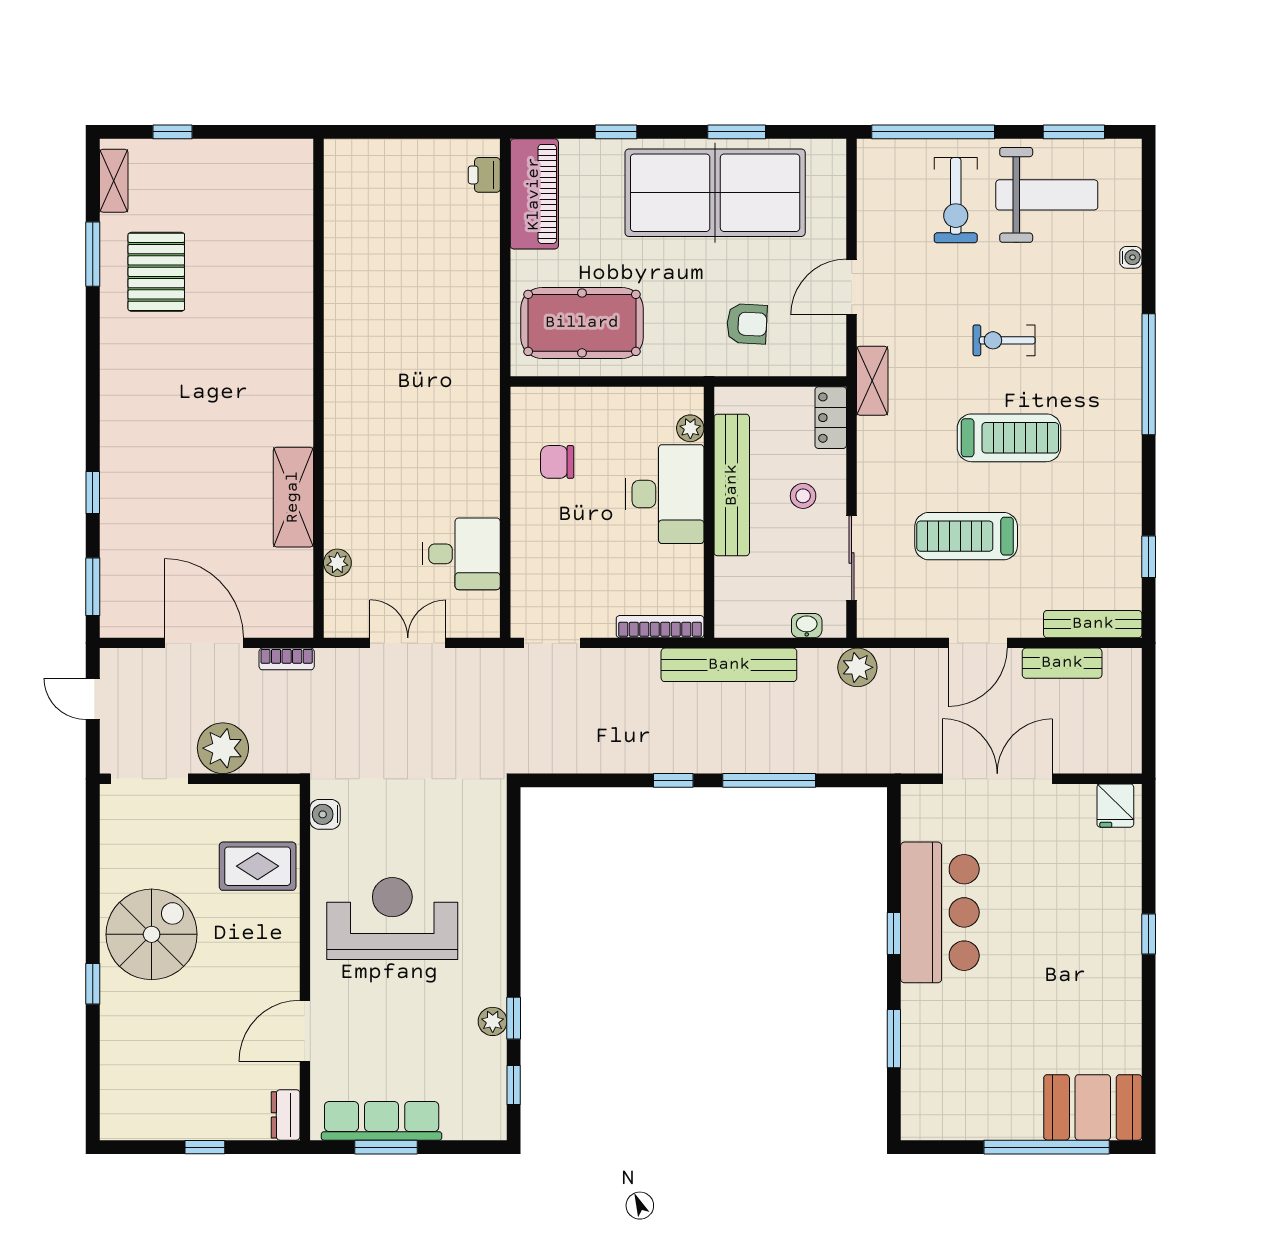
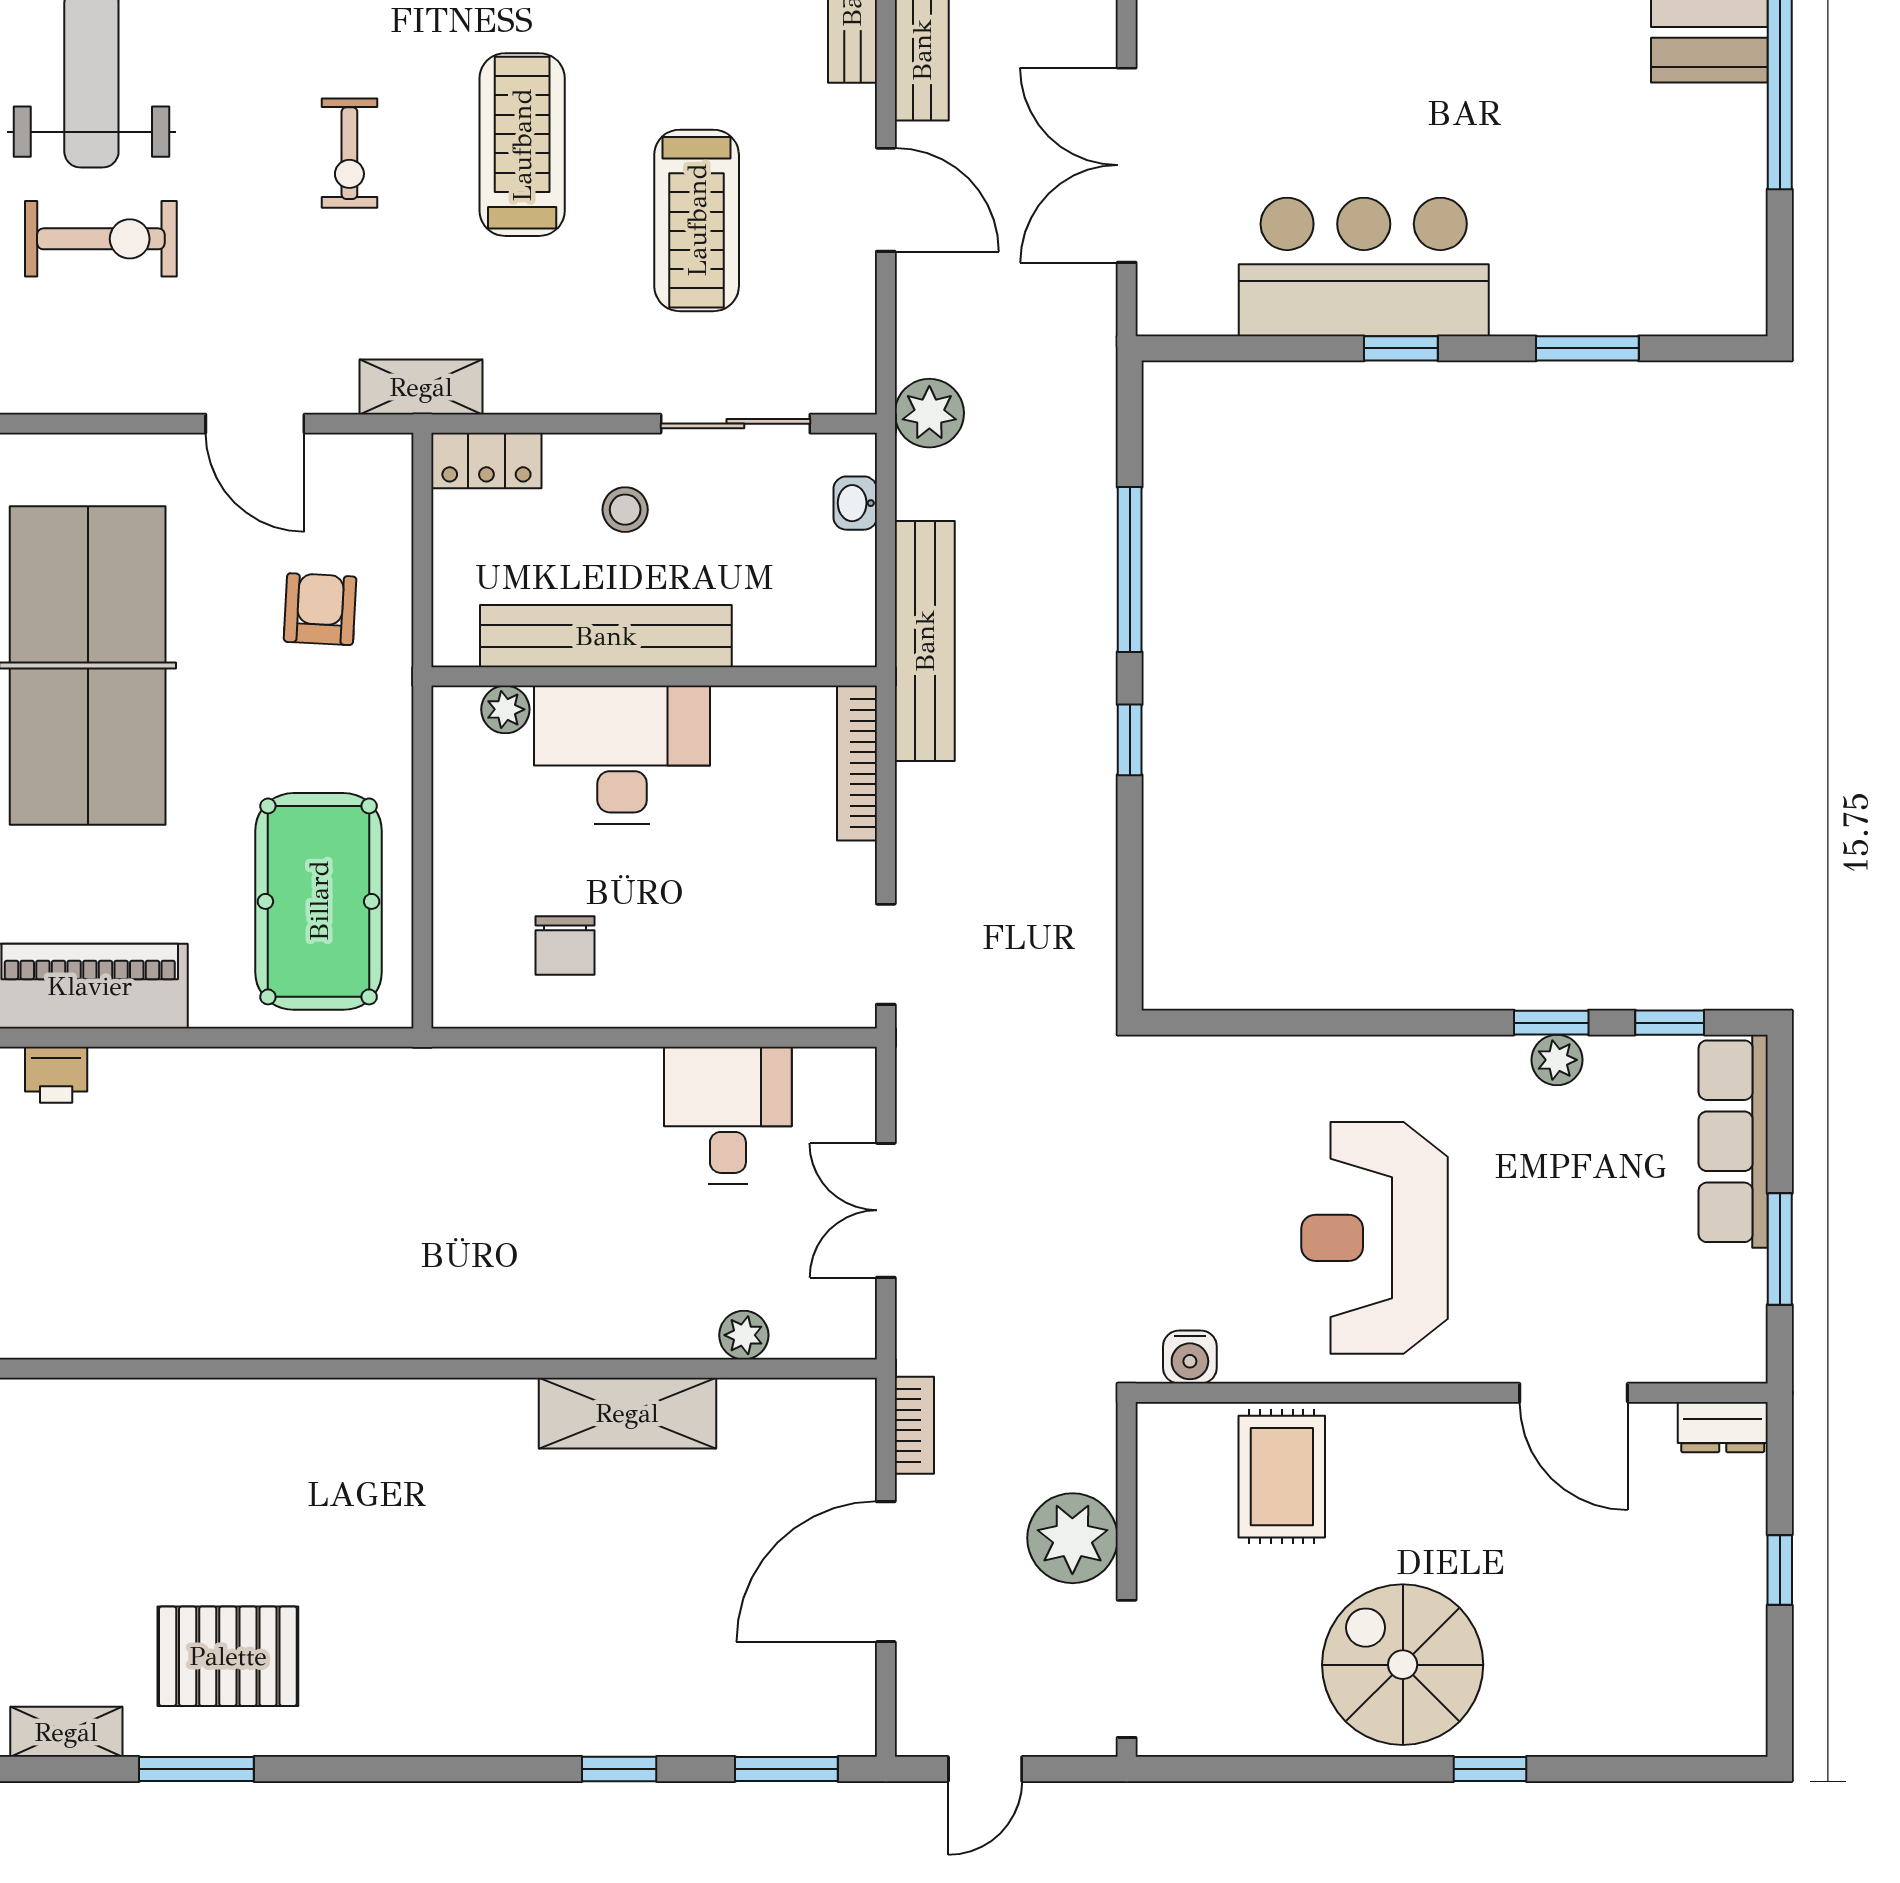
row of seats: (382, 1121) -> (1733, 1141), moved

